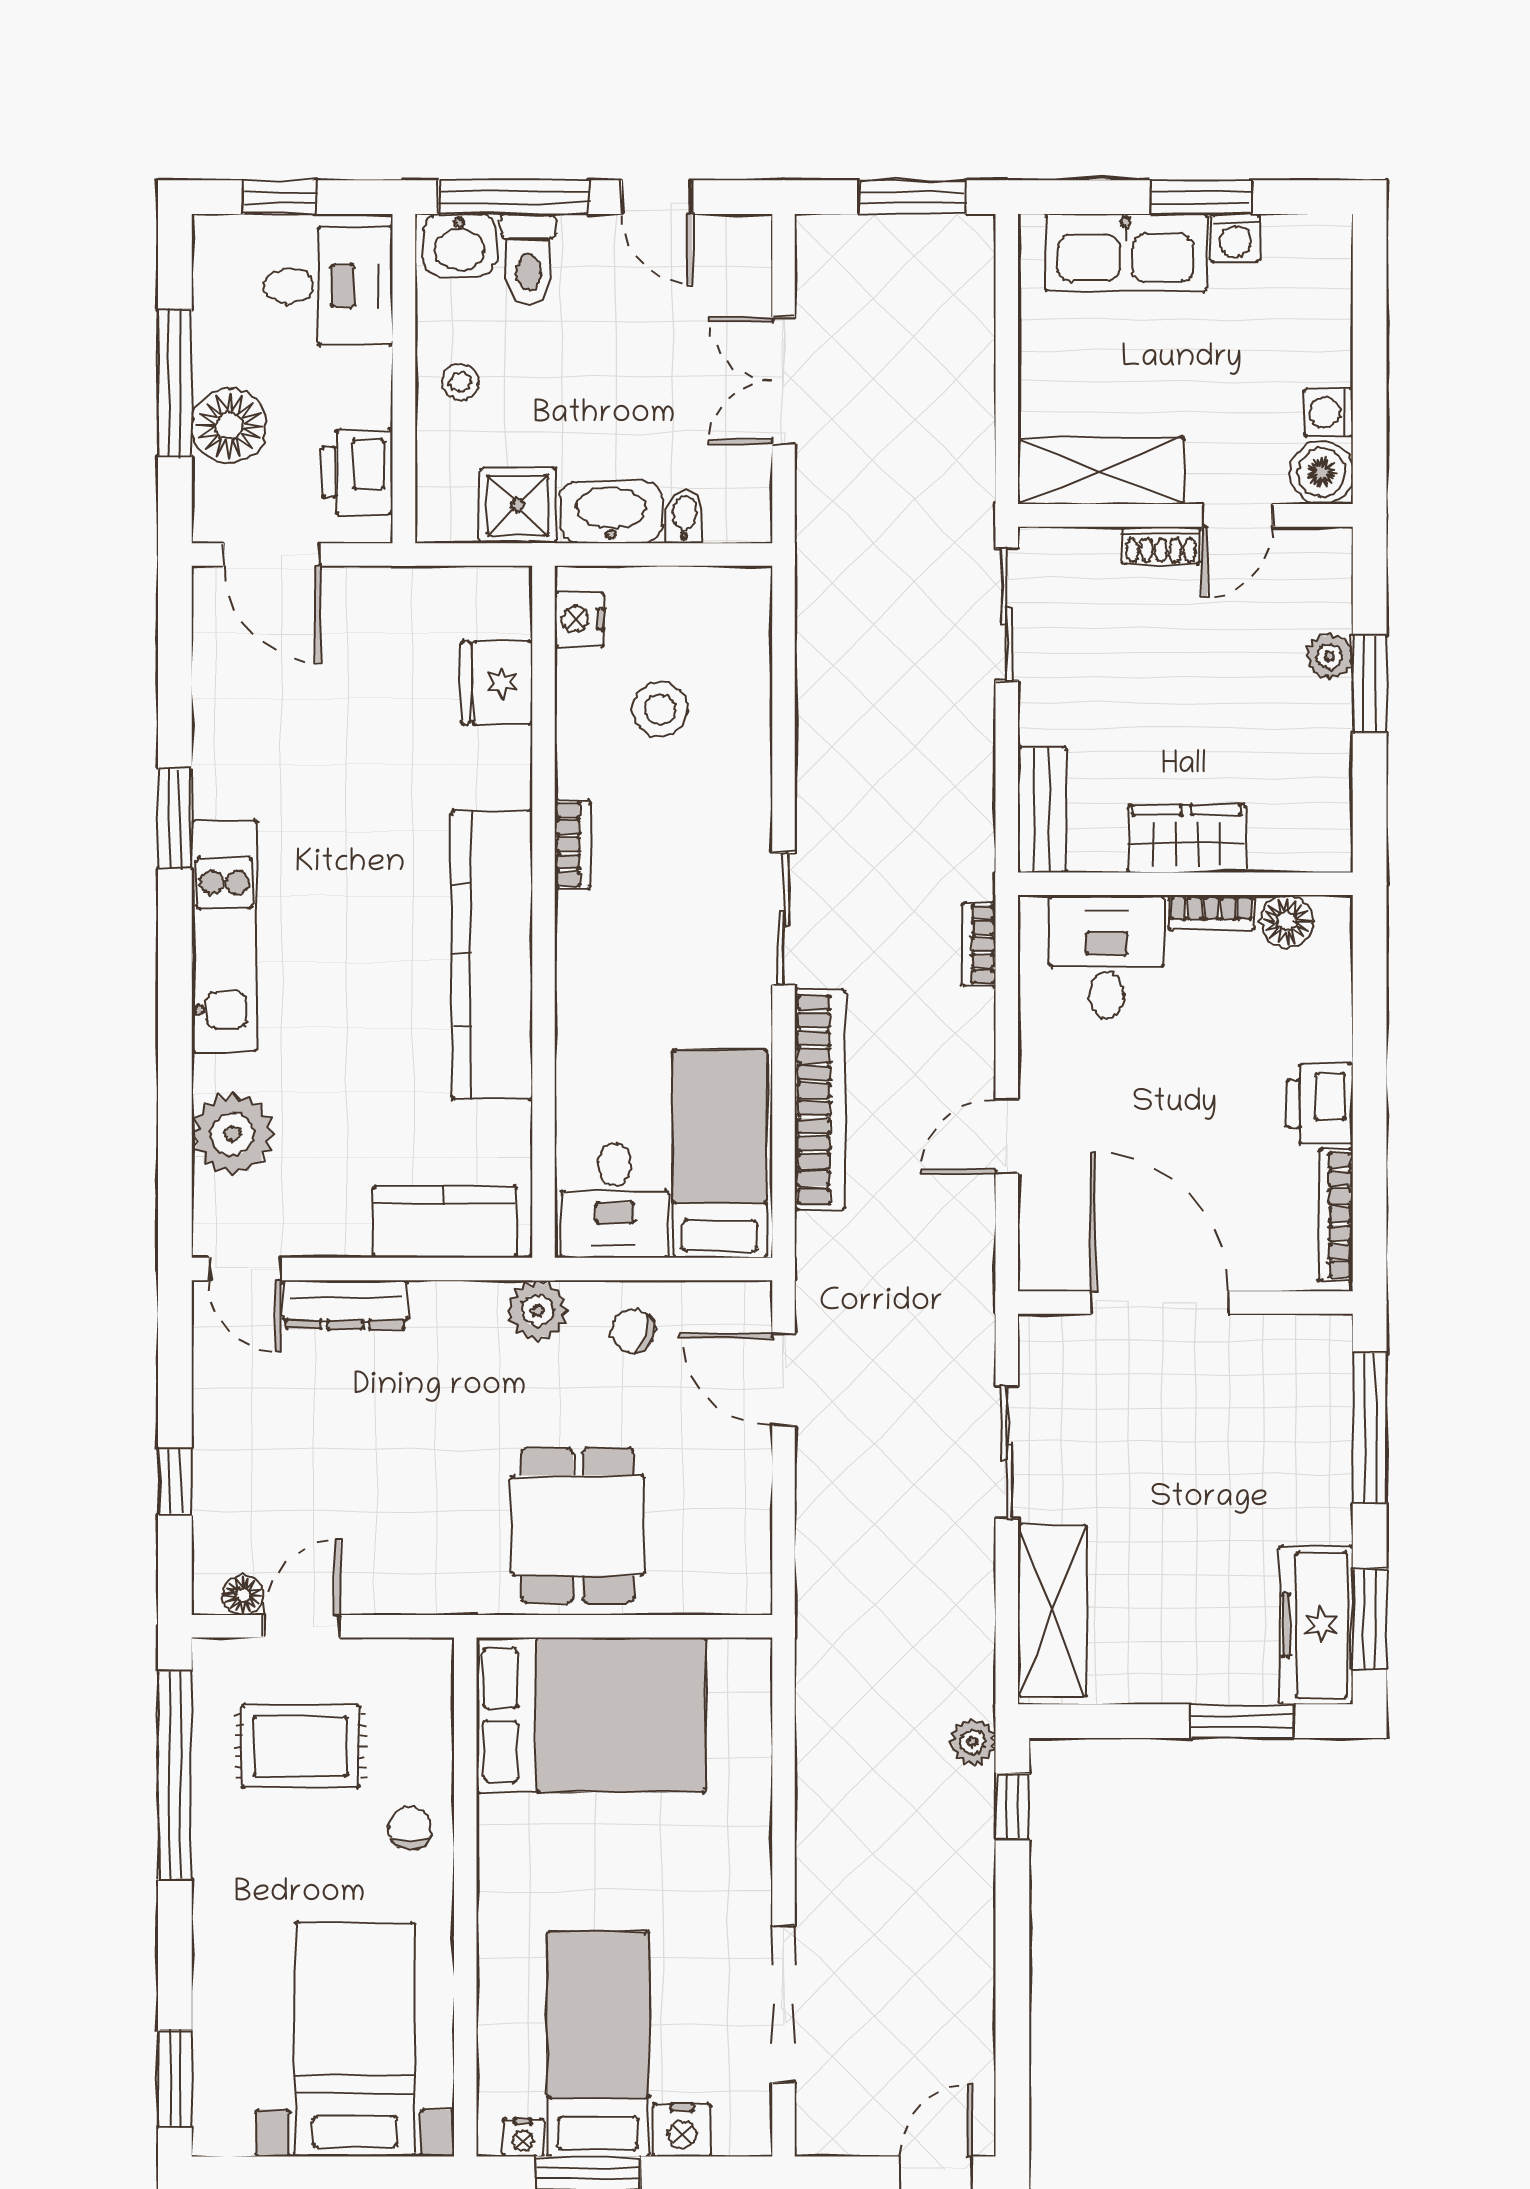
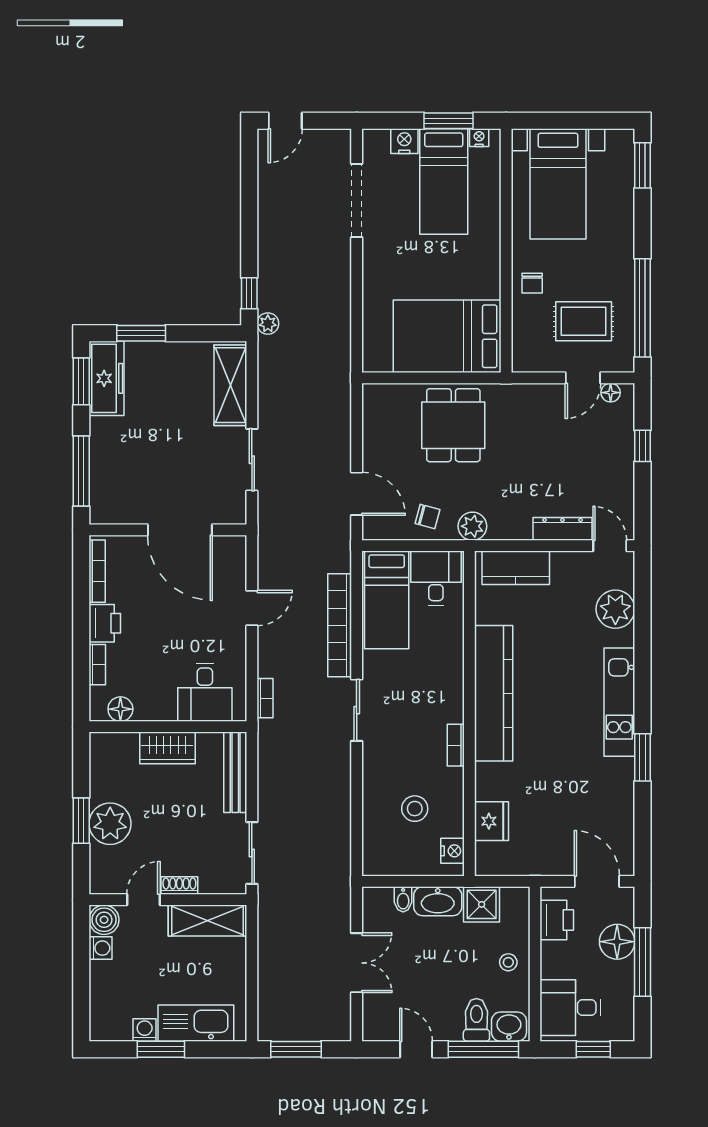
plant: (1329, 656) -> (110, 824), width x1.88, depth x1.88
bench: (1042, 810) -> (235, 772), width x1.36
bookcase: (1212, 912) -> (97, 665), moved, turned 90

